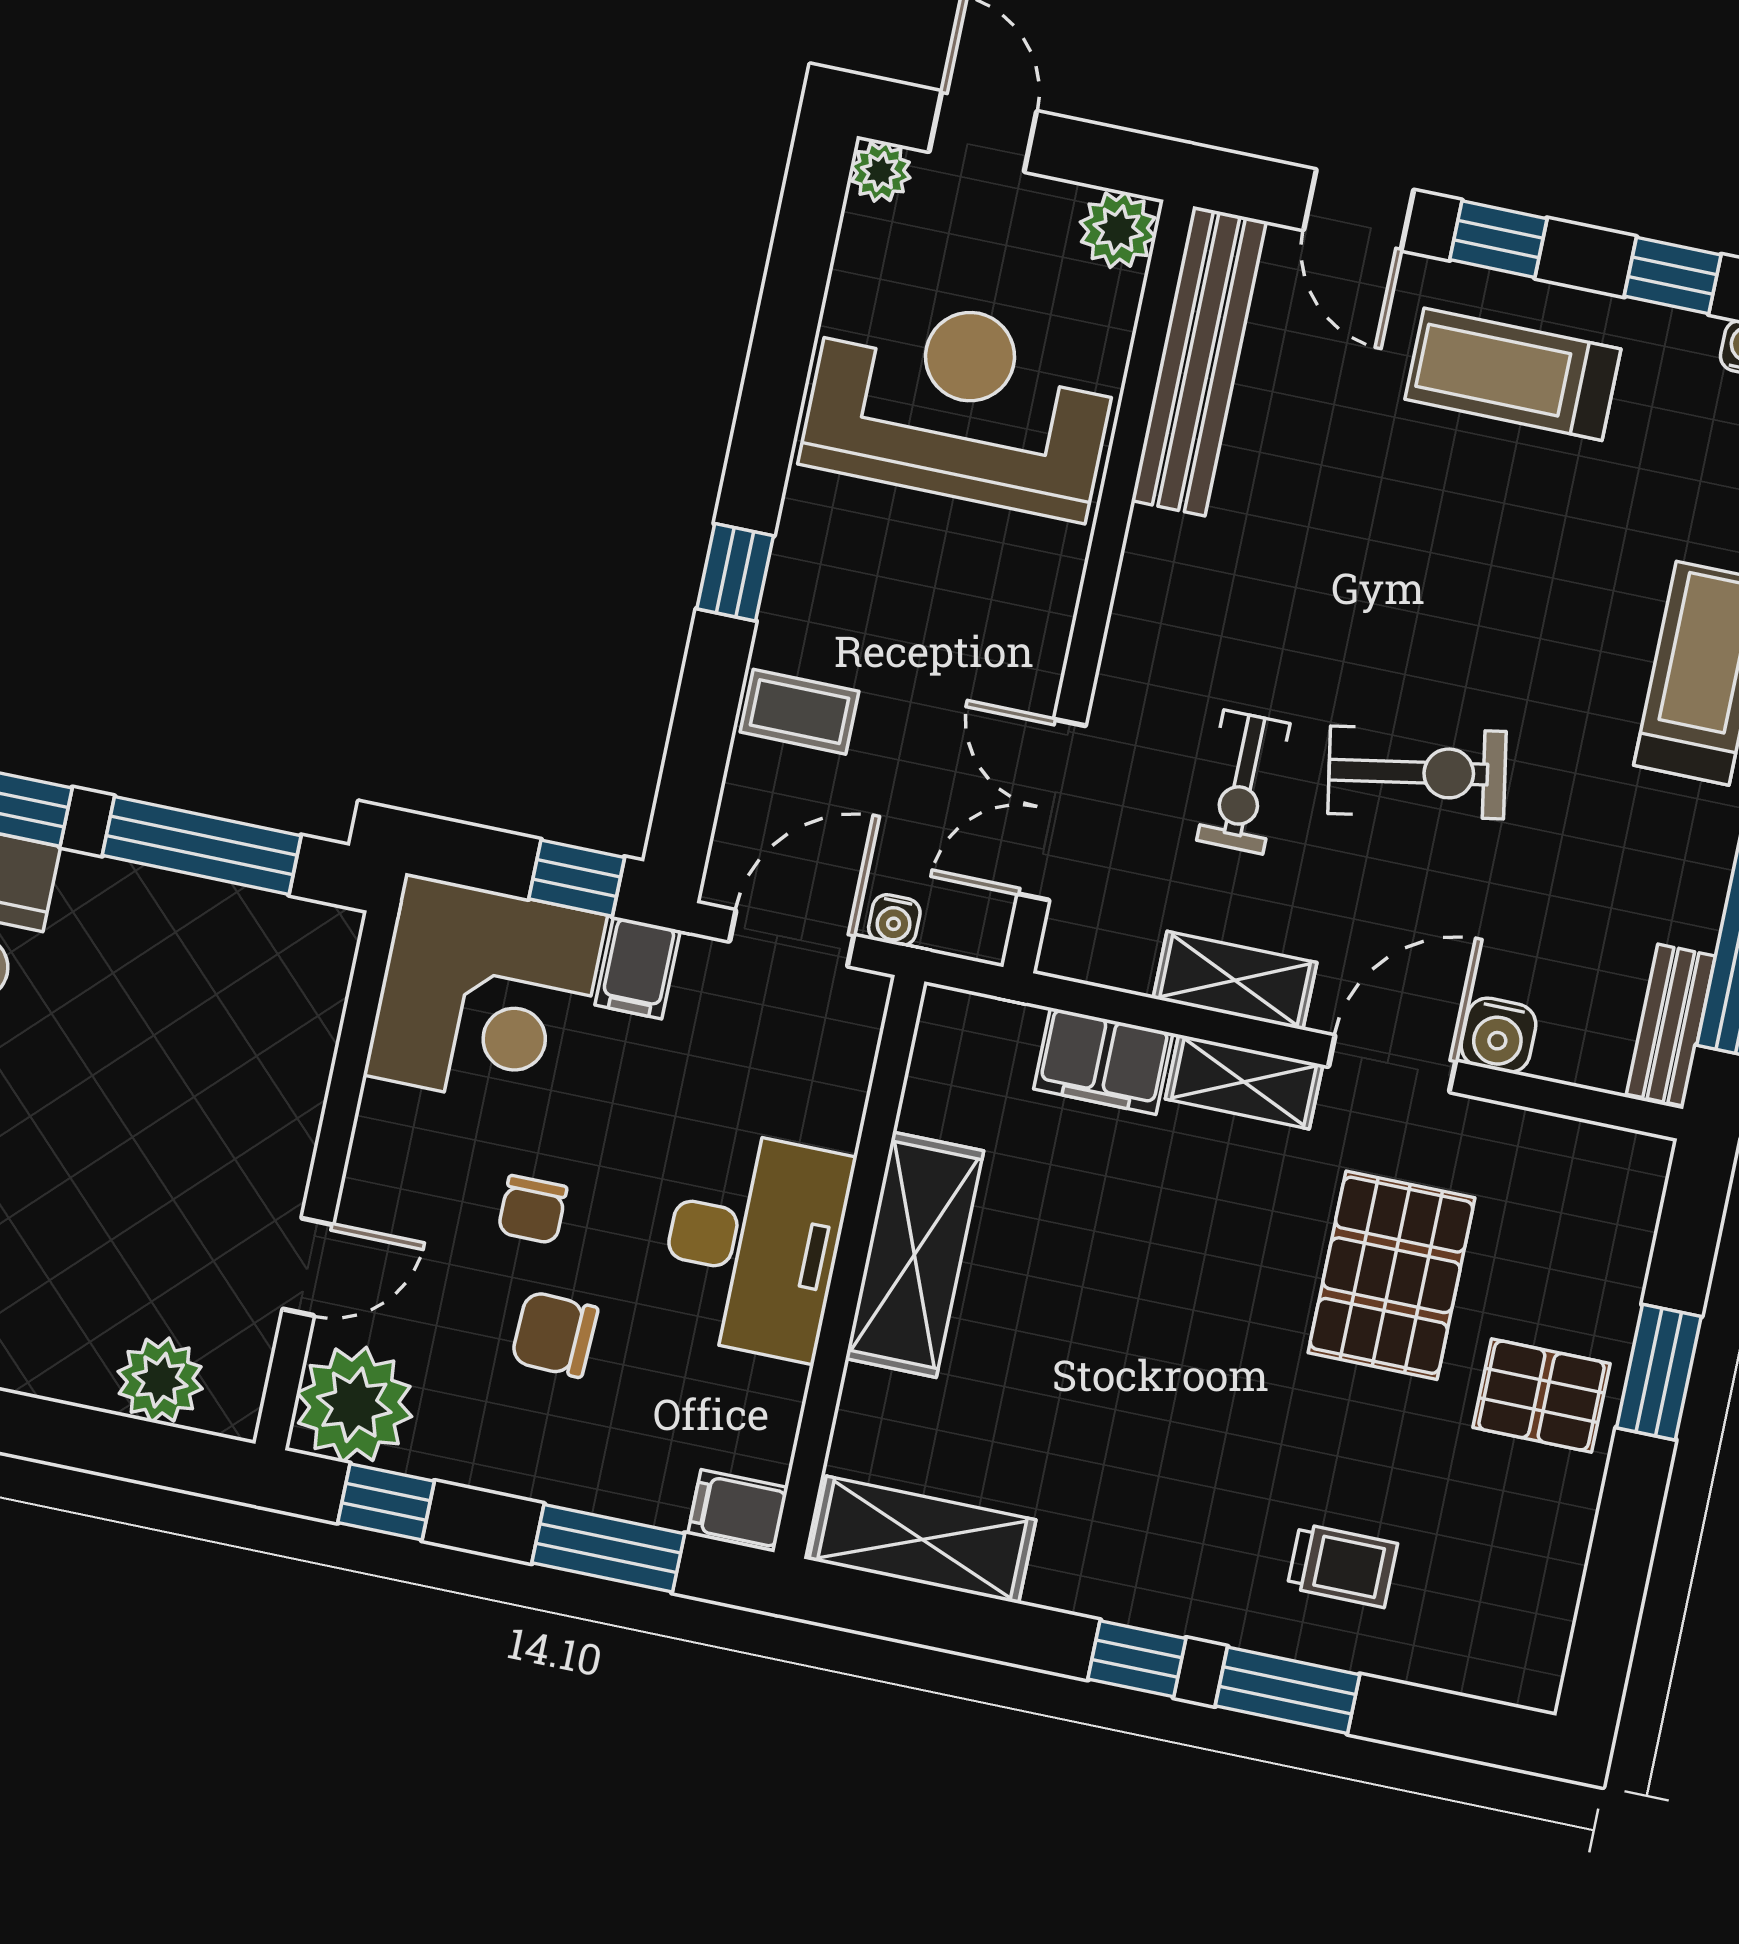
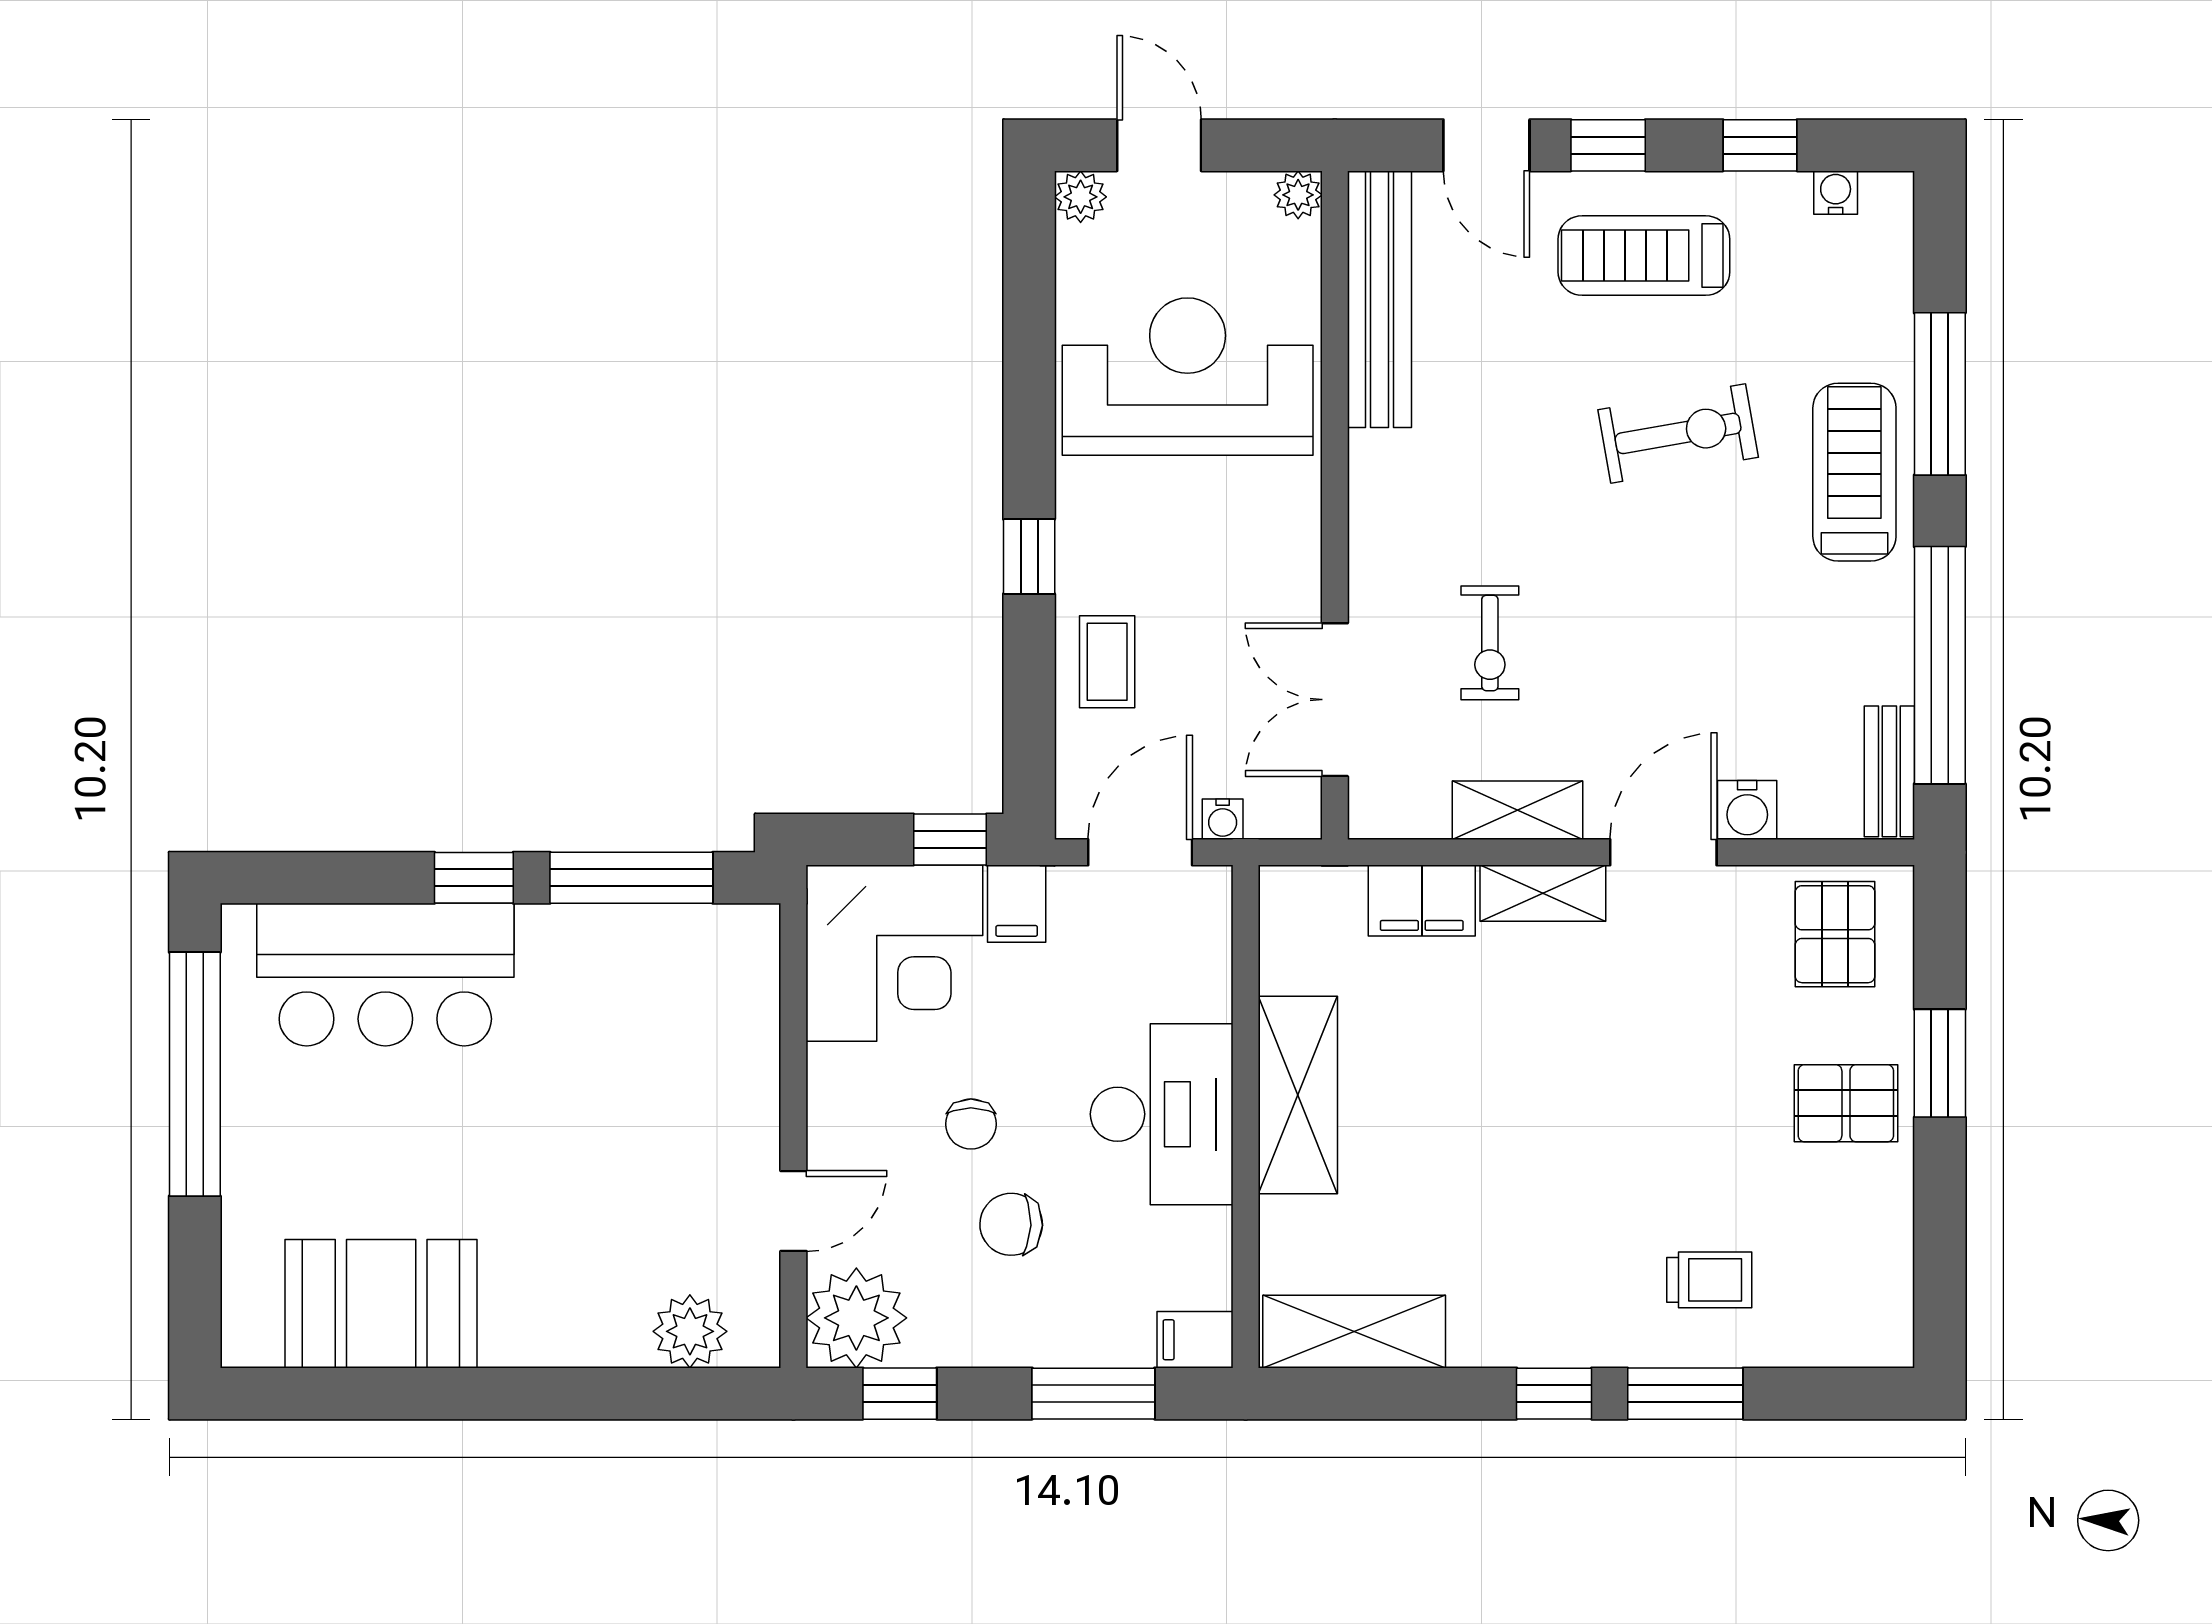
plant: (1118, 230) -> (1298, 195), width x0.73, depth x0.73
coffee table: (799, 712) -> (1107, 662), turned 90
exercise bike: (1417, 772) -> (1678, 433), moved
pallet: (1391, 1275) -> (1835, 934), moved, width x0.67, depth x0.71

